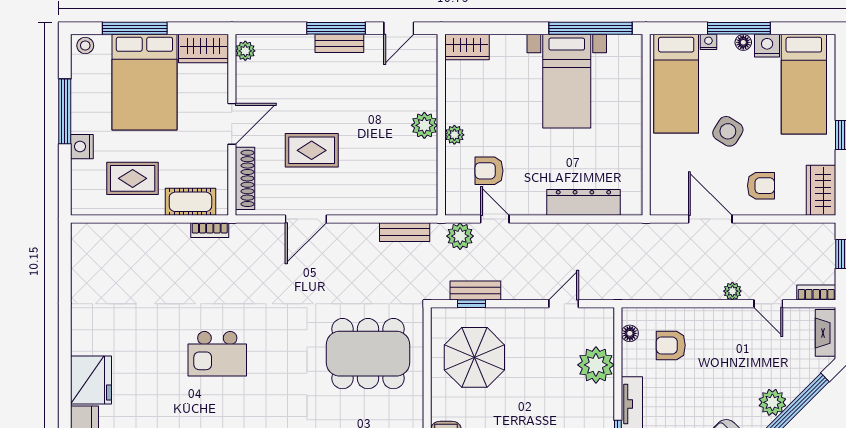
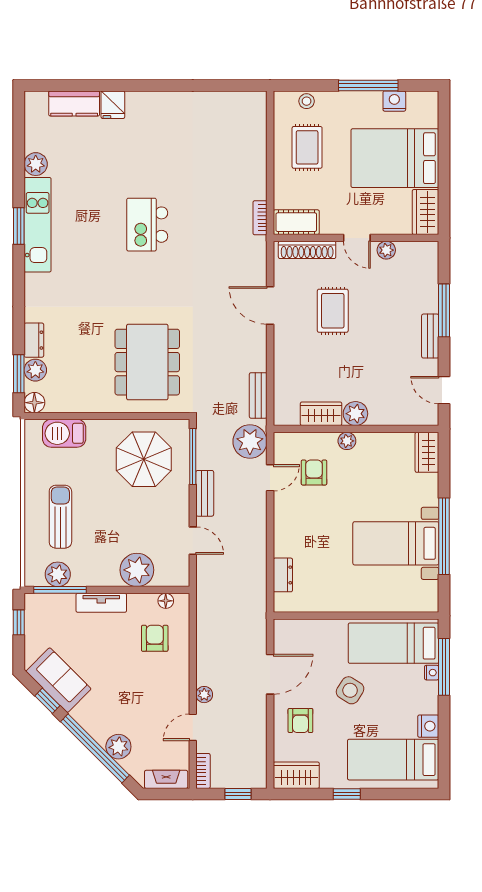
window: (135, 28) -> (444, 149), removed
window: (336, 28) -> (444, 310), moved
window: (591, 28) -> (444, 536), moved
window: (739, 28) -> (444, 667), moved
floor lamp: (743, 42) -> (431, 704), removed
stool: (85, 46) -> (307, 101), moved
plant: (245, 51) -> (386, 250), moved
door: (232, 124) -> (357, 238), width x0.73
nightstand: (82, 147) -> (394, 101), moved
wardrobe: (425, 163) -> (321, 414), added
cot: (190, 202) -> (296, 222), moved, turned 90
dresser: (583, 202) -> (283, 575), width x0.51, depth x0.80
plant: (460, 236) -> (250, 442), width x1.36, depth x1.36
bench: (475, 291) -> (205, 493), moved
window: (471, 304) -> (193, 456), width x2.17
fridge: (91, 380) -> (113, 105), width x0.53, depth x0.75
plant: (772, 402) -> (118, 747), moved

